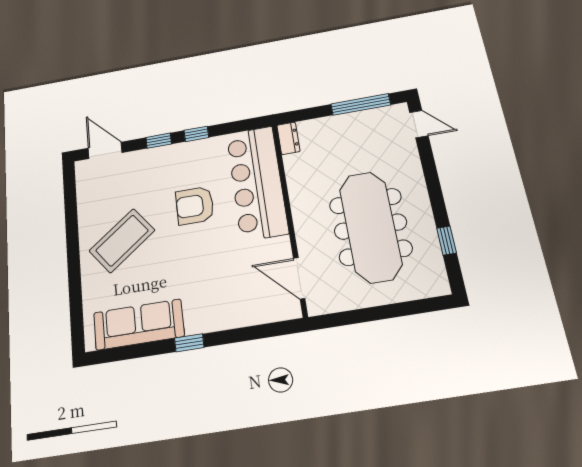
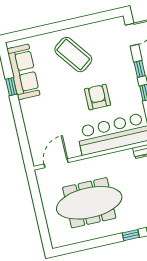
window: (446, 240) -> (131, 235), moved
window: (189, 343) -> (11, 87), moved

